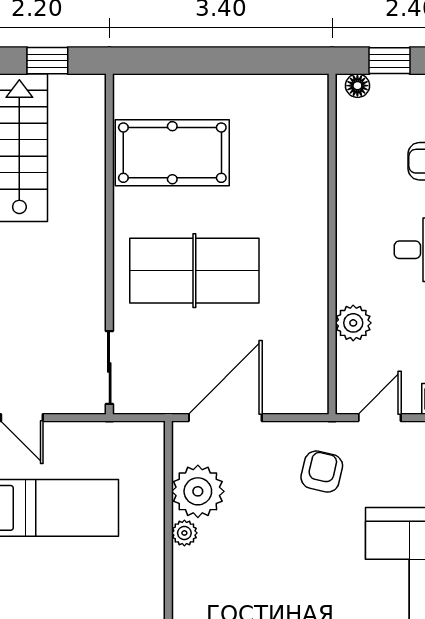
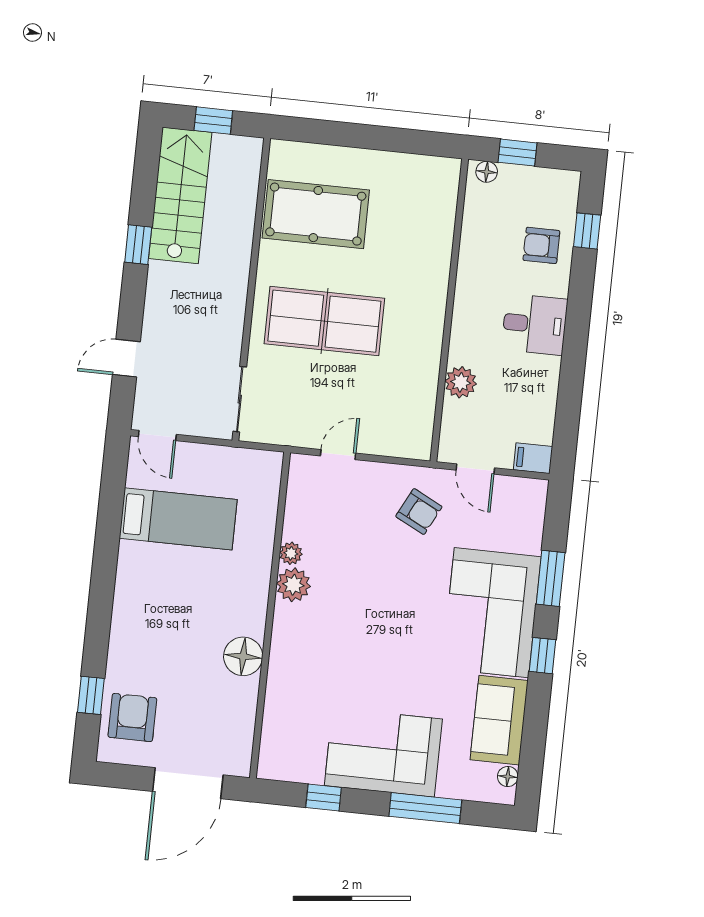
door: (225, 418) -> (338, 455), width x0.53
door: (380, 418) -> (475, 469), swing flipped
armchair: (322, 472) -> (419, 512), turned 104
plant: (198, 491) -> (293, 585), moved, width x0.73, depth x0.73

